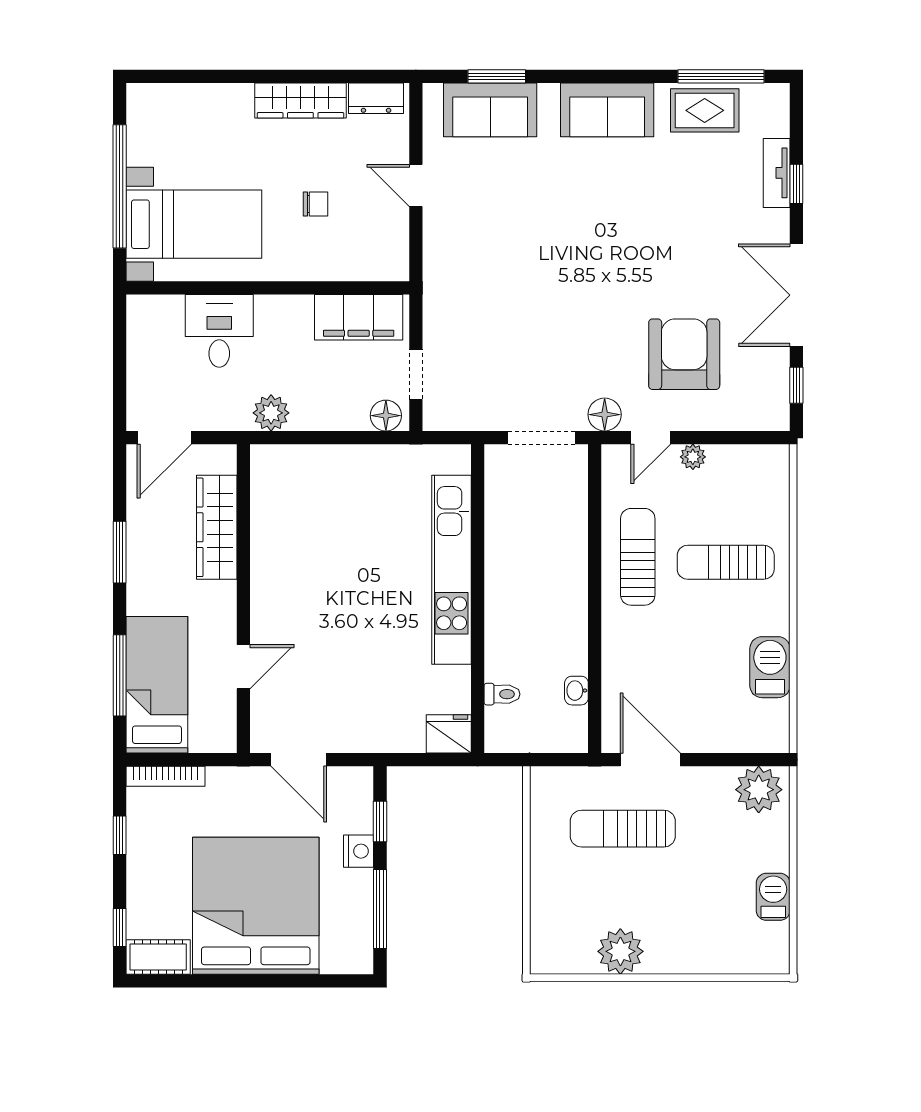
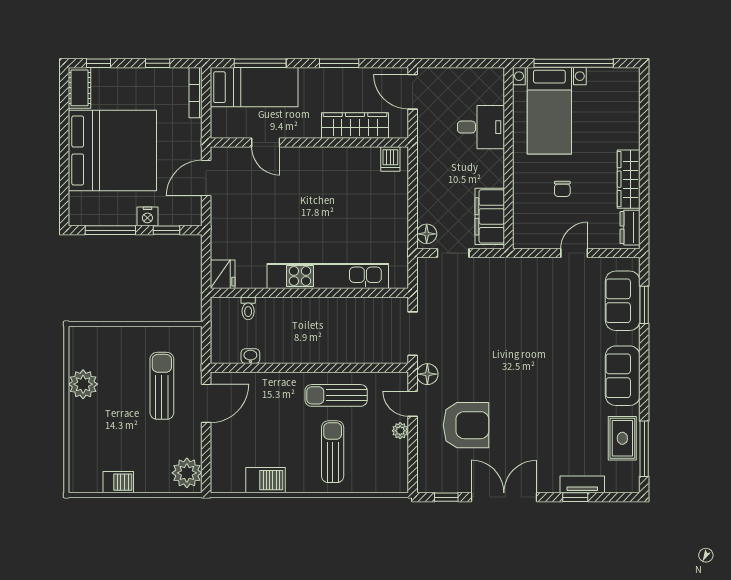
plant: (271, 413) -> (428, 160), removed
dishwasher: (269, 472) -> (390, 159), added
sun lounger: (638, 557) -> (336, 395), turned 180

